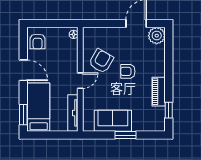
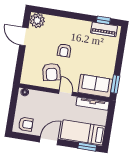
armchair: (101, 61) -> (52, 72), turned -132
piano: (159, 92) -> (104, 29), moved
sofa: (113, 121) -> (95, 86), moved, turned 90
window: (125, 135) -> (115, 84), moved

